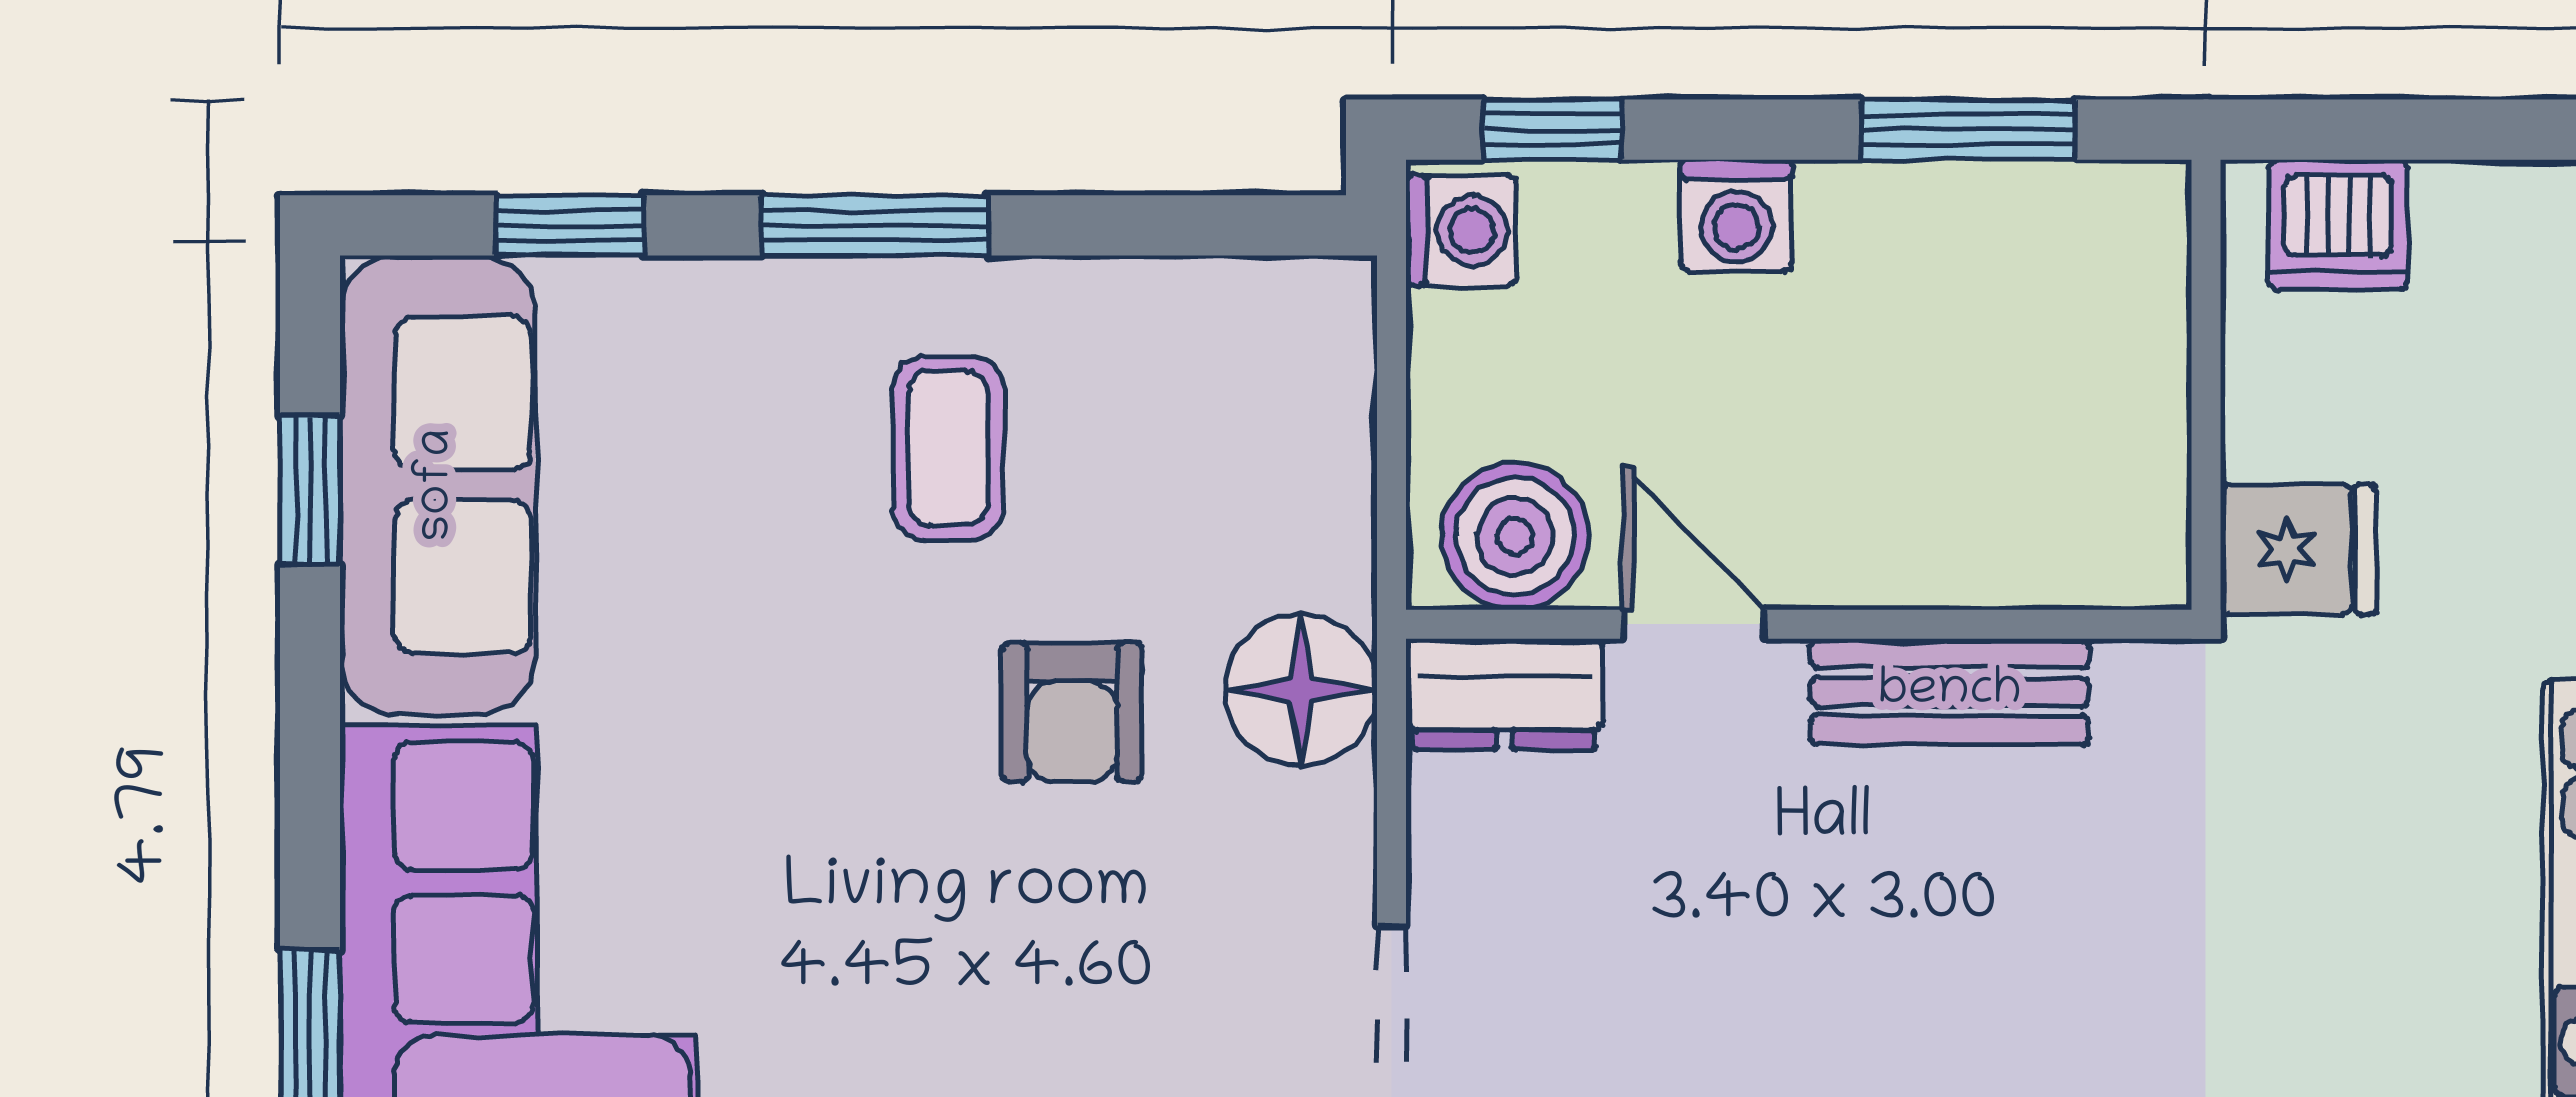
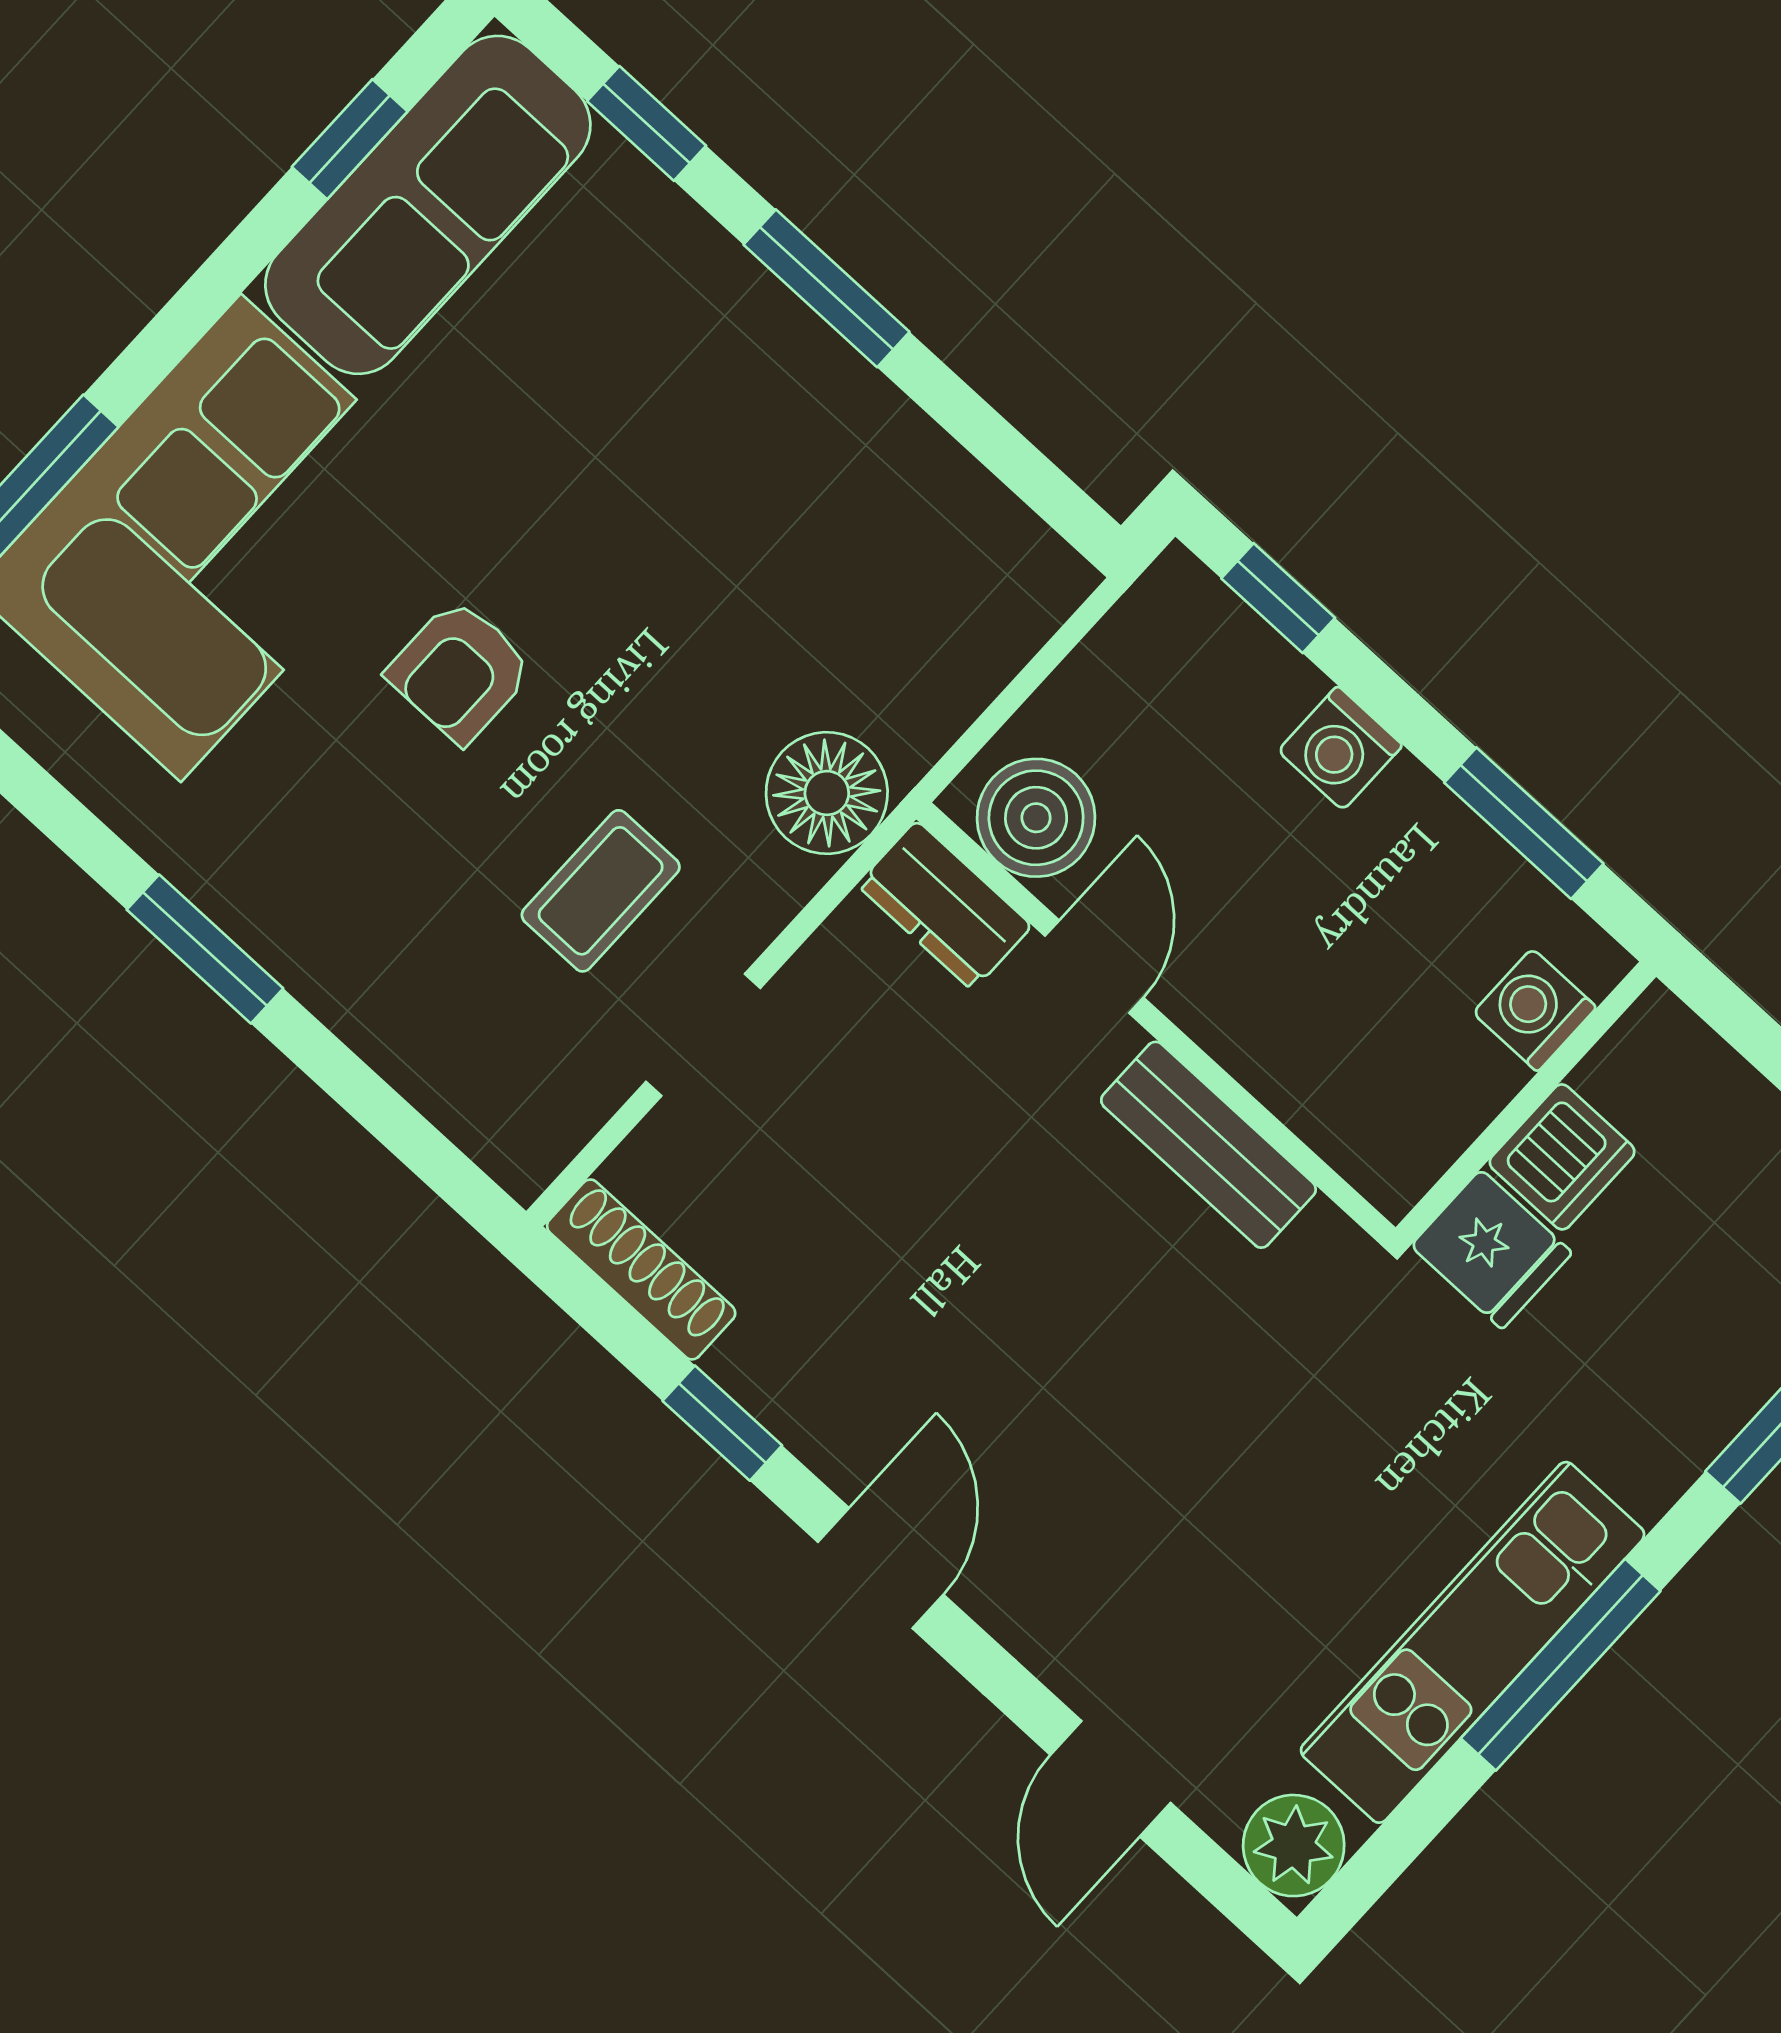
dishwasher: (2338, 225) -> (1562, 1157), moved, turned -90
washing machine: (1461, 231) -> (1535, 1010), moved, turned 180
coffee table: (948, 448) -> (601, 891), moved
armchair: (1072, 712) -> (460, 671), moved

